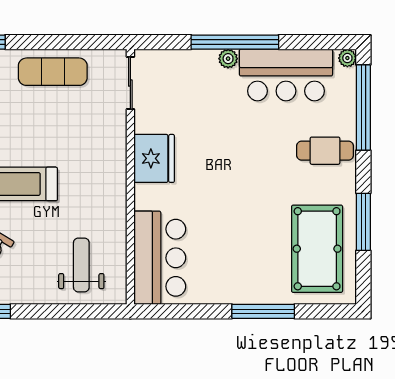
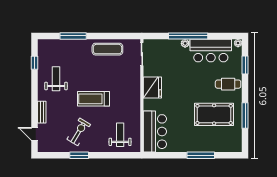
window: (363, 108) -> (245, 65), width x0.47
pool table: (317, 249) -> (214, 114), moved, turned 90

